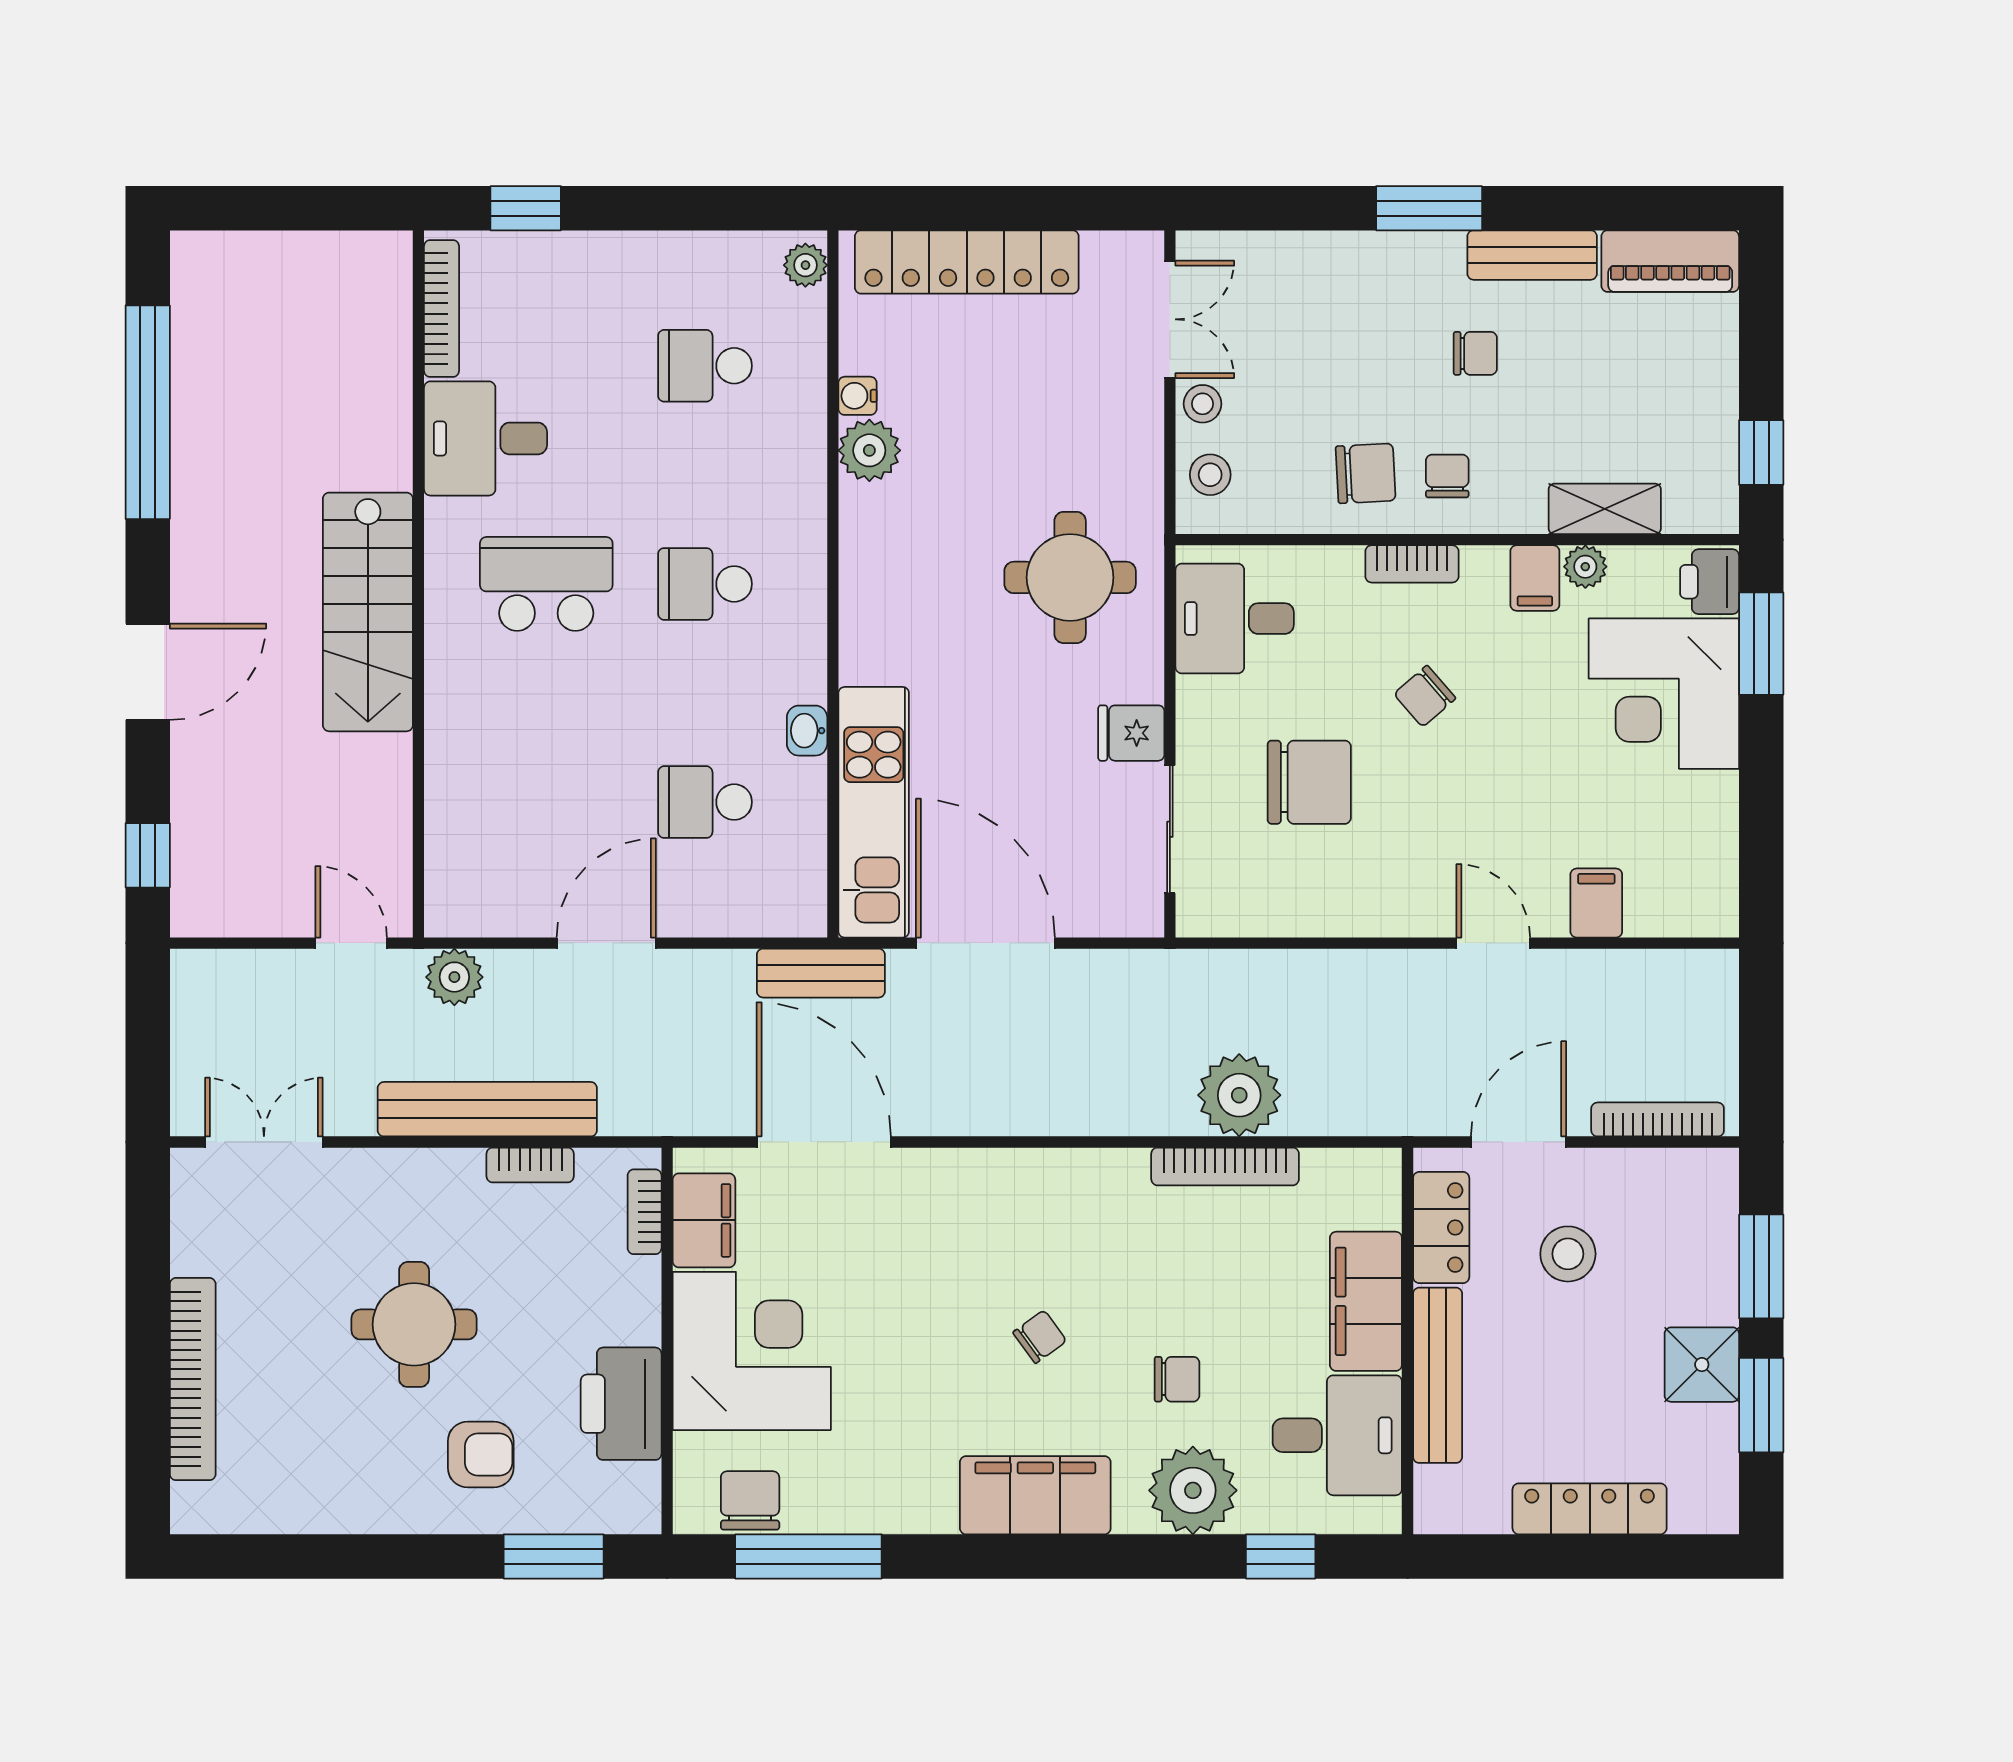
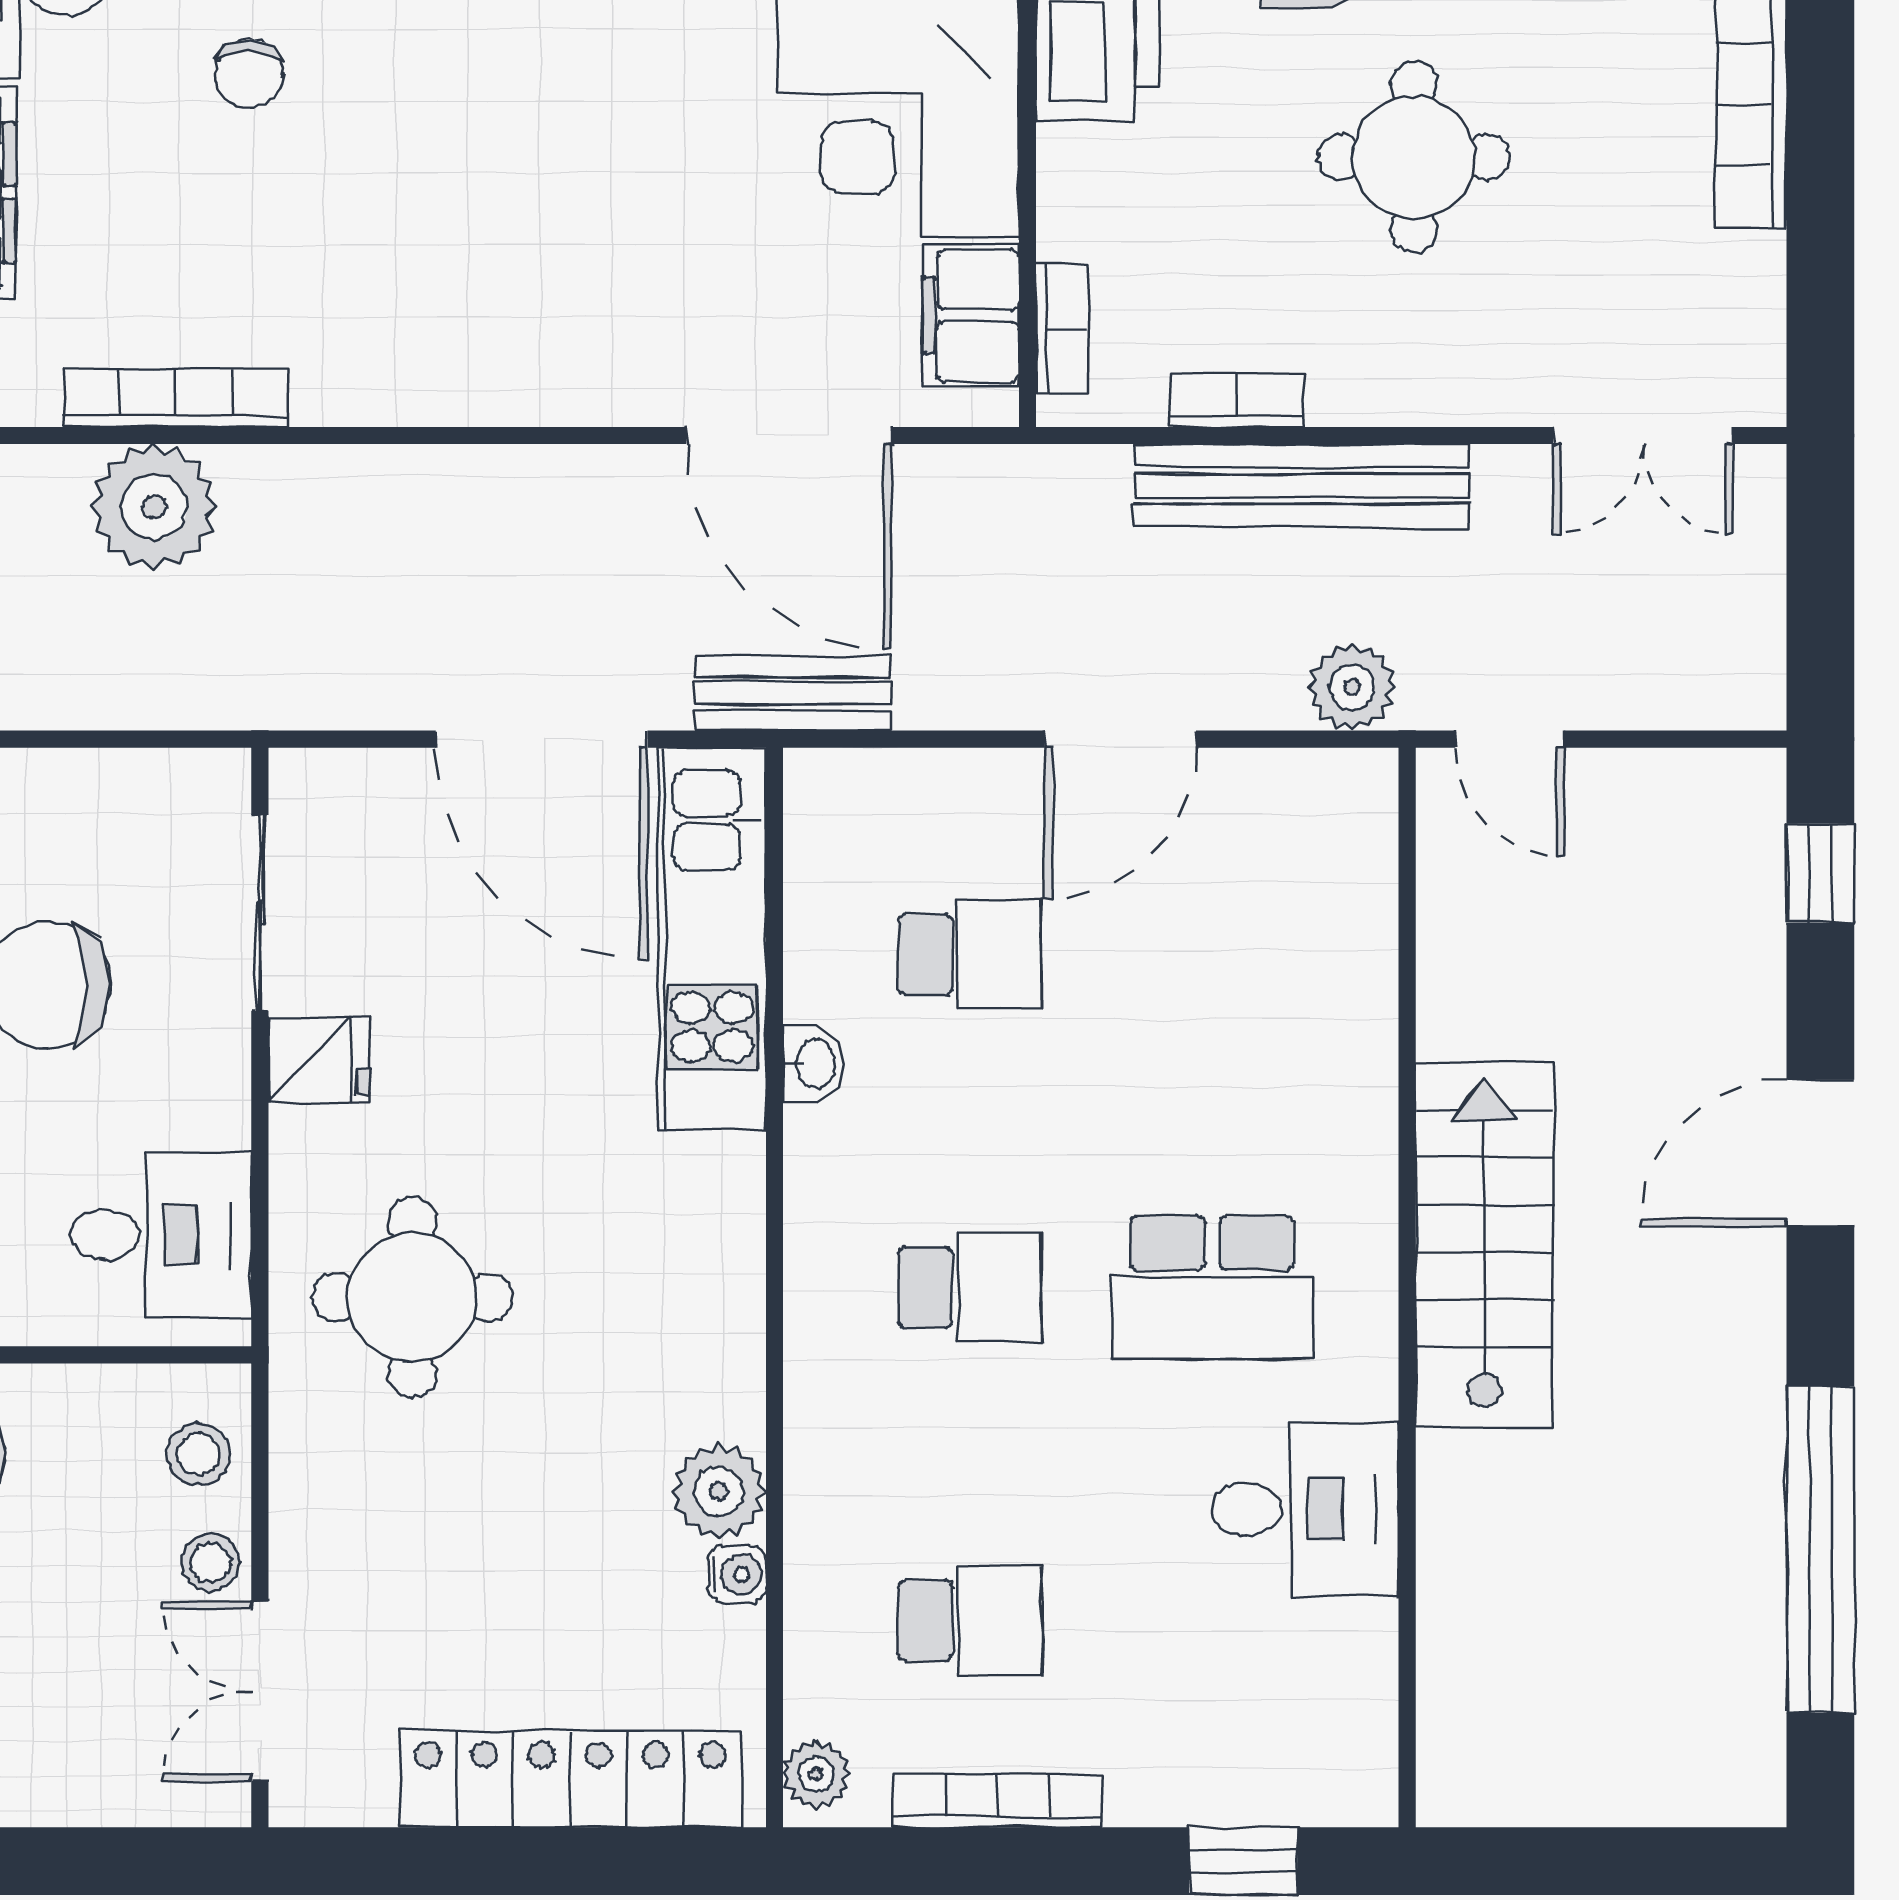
bookcase: (441, 309) -> (997, 1801), moved, turned 90
chair: (1040, 1337) -> (459, 138), removed
chair: (1177, 1379) -> (249, 73), turned -90

